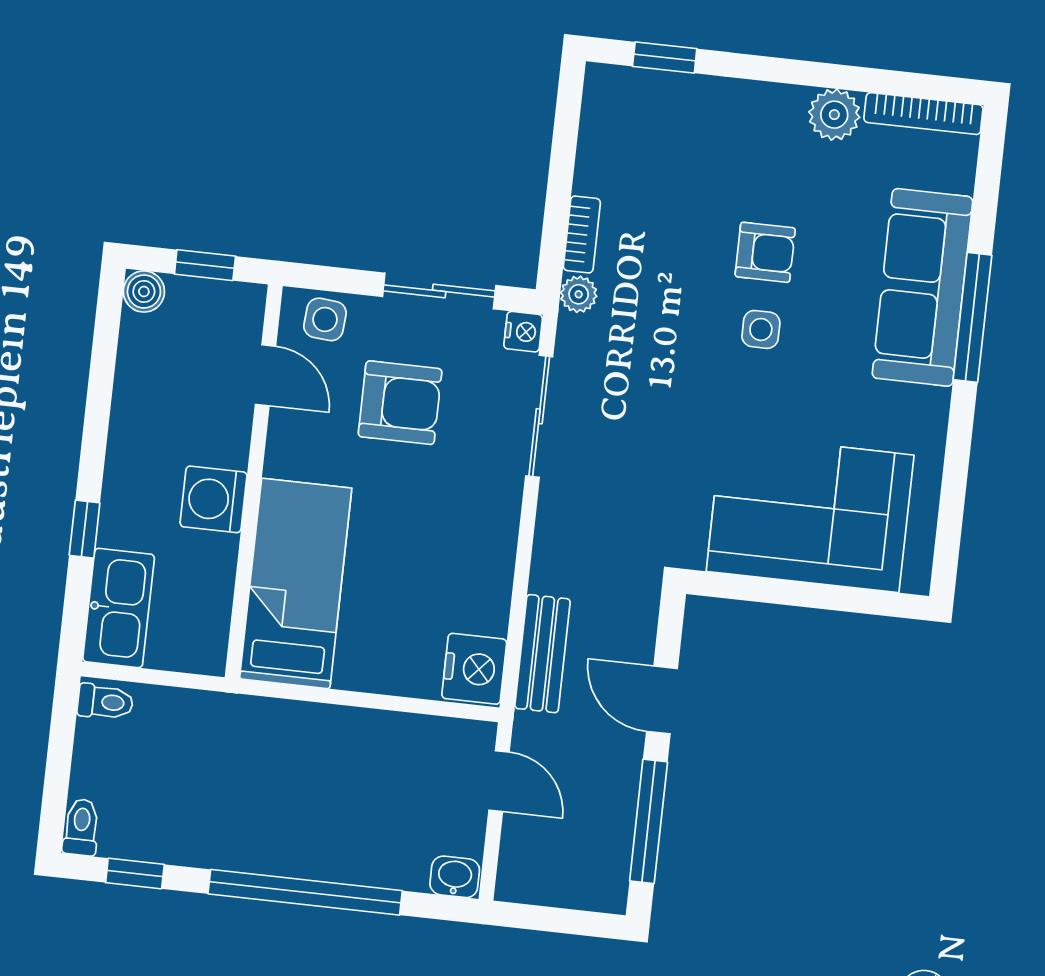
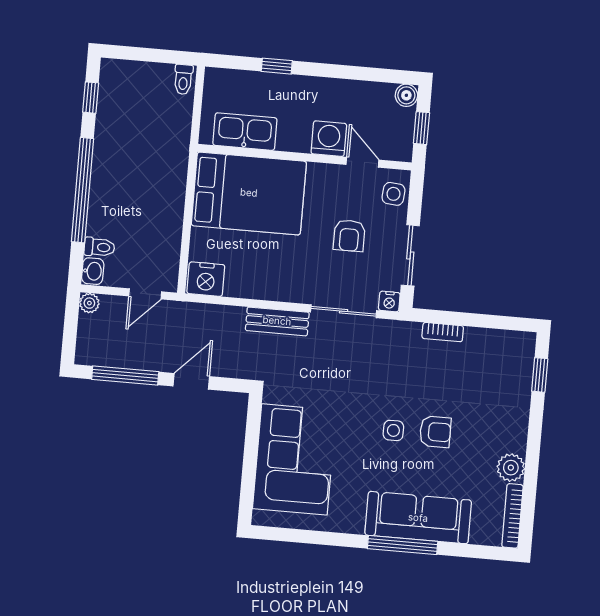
armchair: (765, 252) -> (435, 432), turned -90
plant: (579, 294) -> (89, 303), moved
door: (265, 375) -> (362, 162), swing flipped
armchair: (400, 403) -> (349, 236), width x0.72, depth x0.72
washing machine: (214, 499) -> (329, 139), moved
bed: (296, 583) -> (249, 193), width x1.50
kitchen sink: (119, 608) -> (245, 132), moved, turned 180
bench: (542, 654) -> (277, 321), moved
toilet: (81, 827) -> (99, 247), moved

